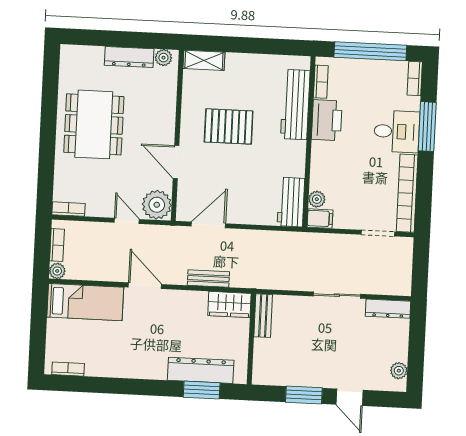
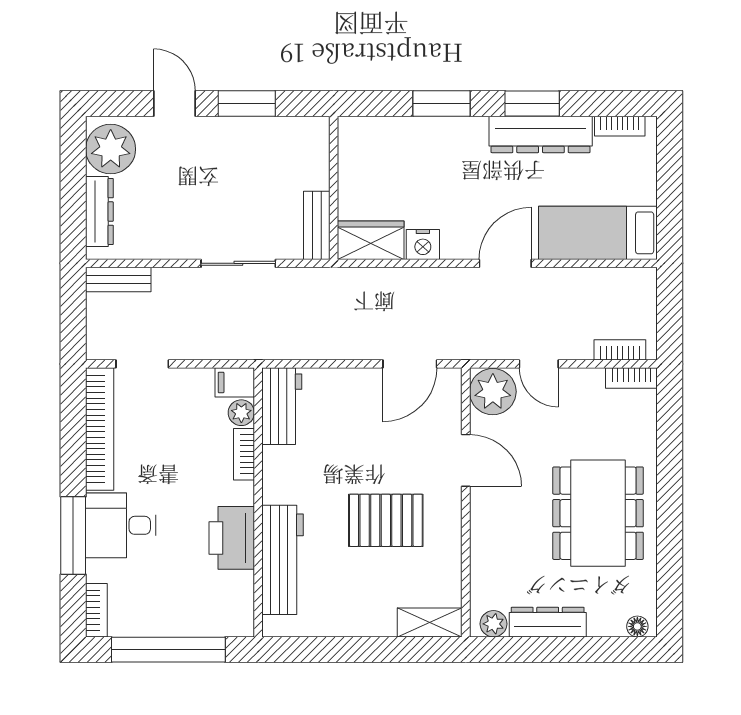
floor lamp: (72, 51) -> (637, 626), added
bookcase: (321, 82) -> (244, 454), moved
bookcase: (57, 245) -> (620, 350), moved, turned 90
plant: (57, 271) -> (644, 280), removed
bench: (208, 278) -> (118, 279), moved
door: (145, 286) -> (505, 263), swing flipped
sliding door: (337, 295) -> (238, 263), moved
nightstand: (197, 300) -> (423, 244), added
dresser: (388, 309) -> (99, 212), moved, turned 90
dresser: (201, 370) -> (541, 134), moved
plant: (399, 371) -> (111, 149), width x1.88, depth x1.88
window: (123, 386) -> (532, 103), added
window: (202, 390) -> (442, 103), moved

